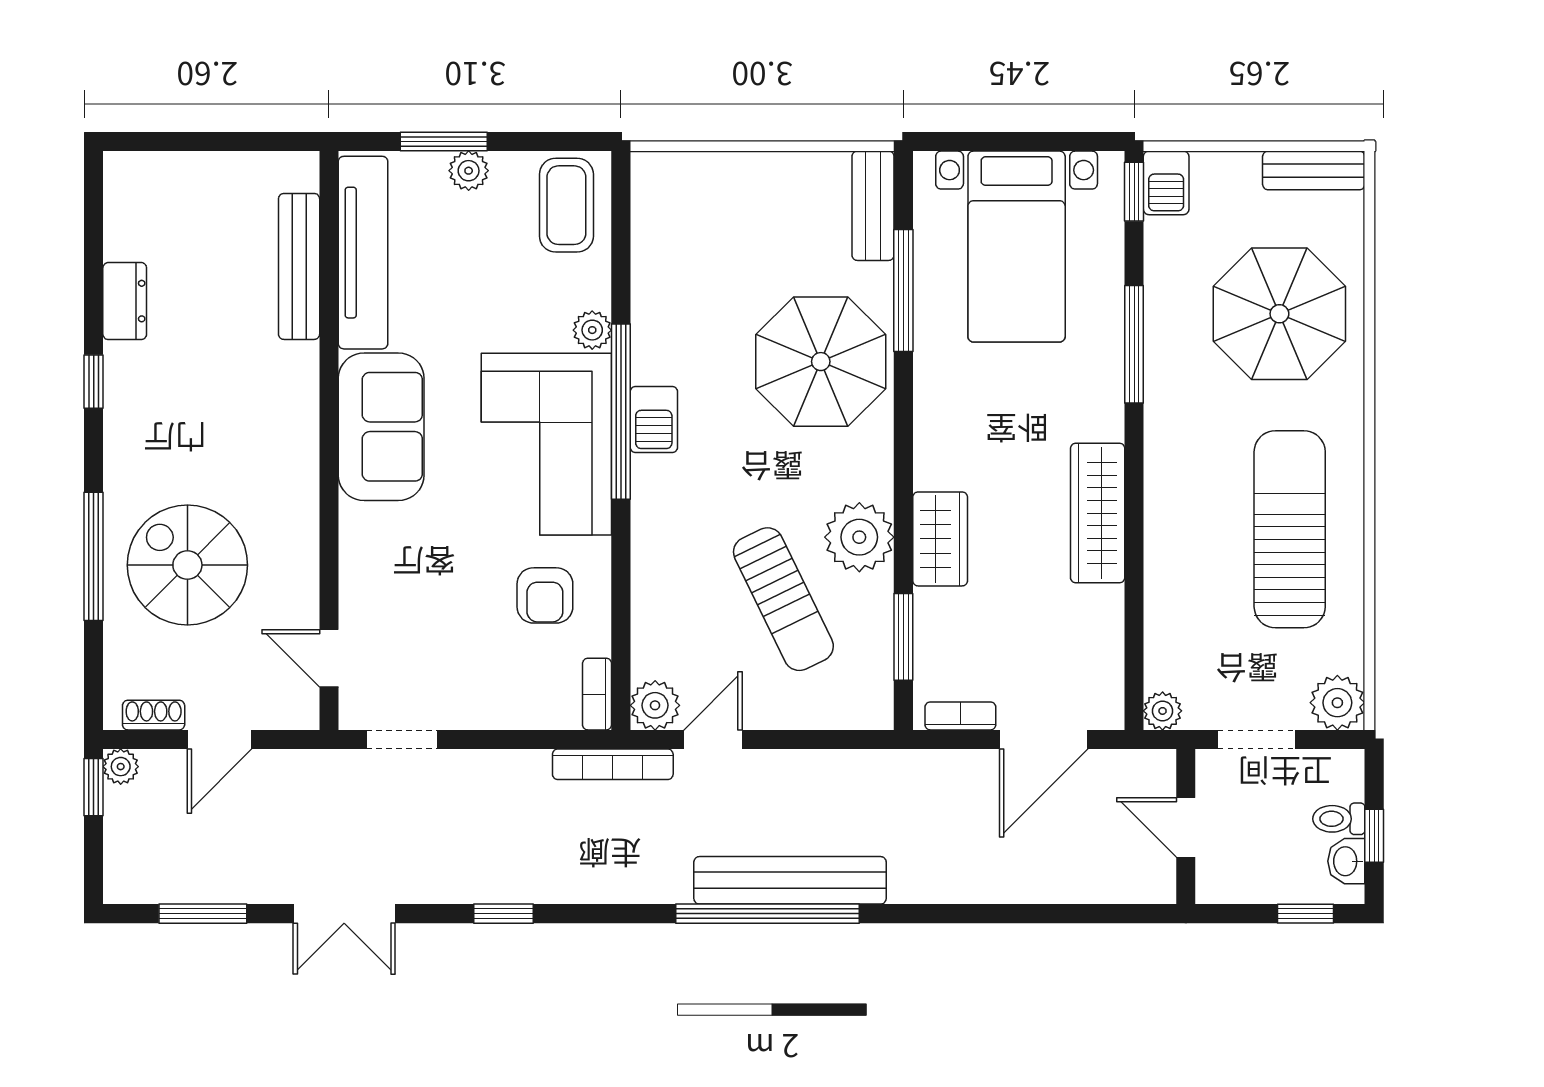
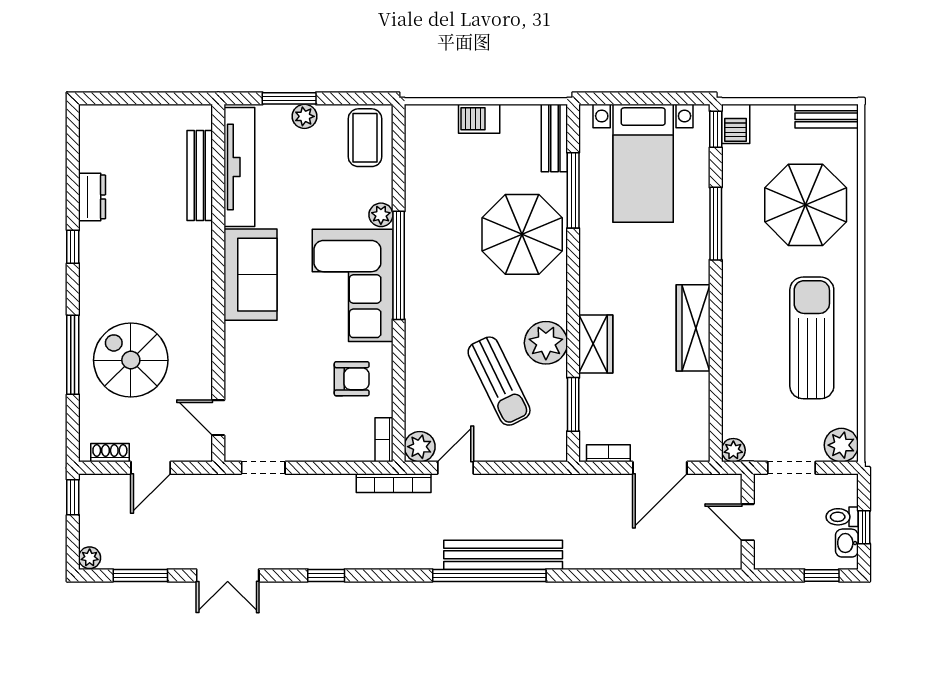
barbecue: (654, 420) -> (479, 119), moved, turned 90
armchair: (545, 595) -> (352, 379), turned -90
plant: (121, 767) -> (90, 558), moved

